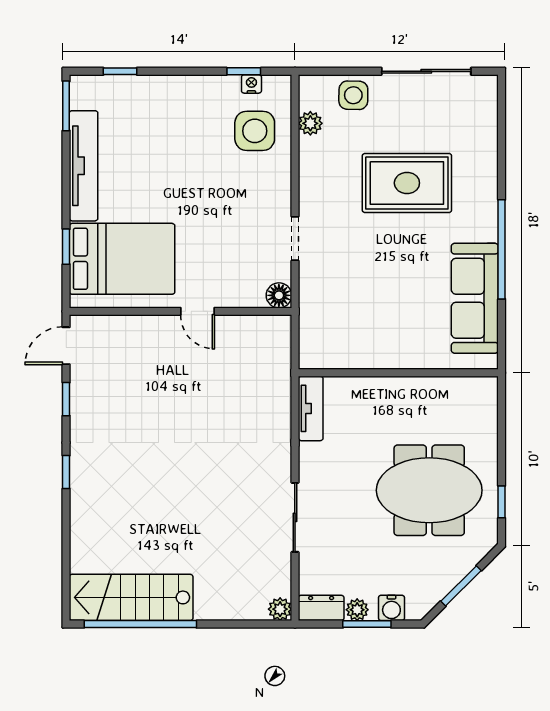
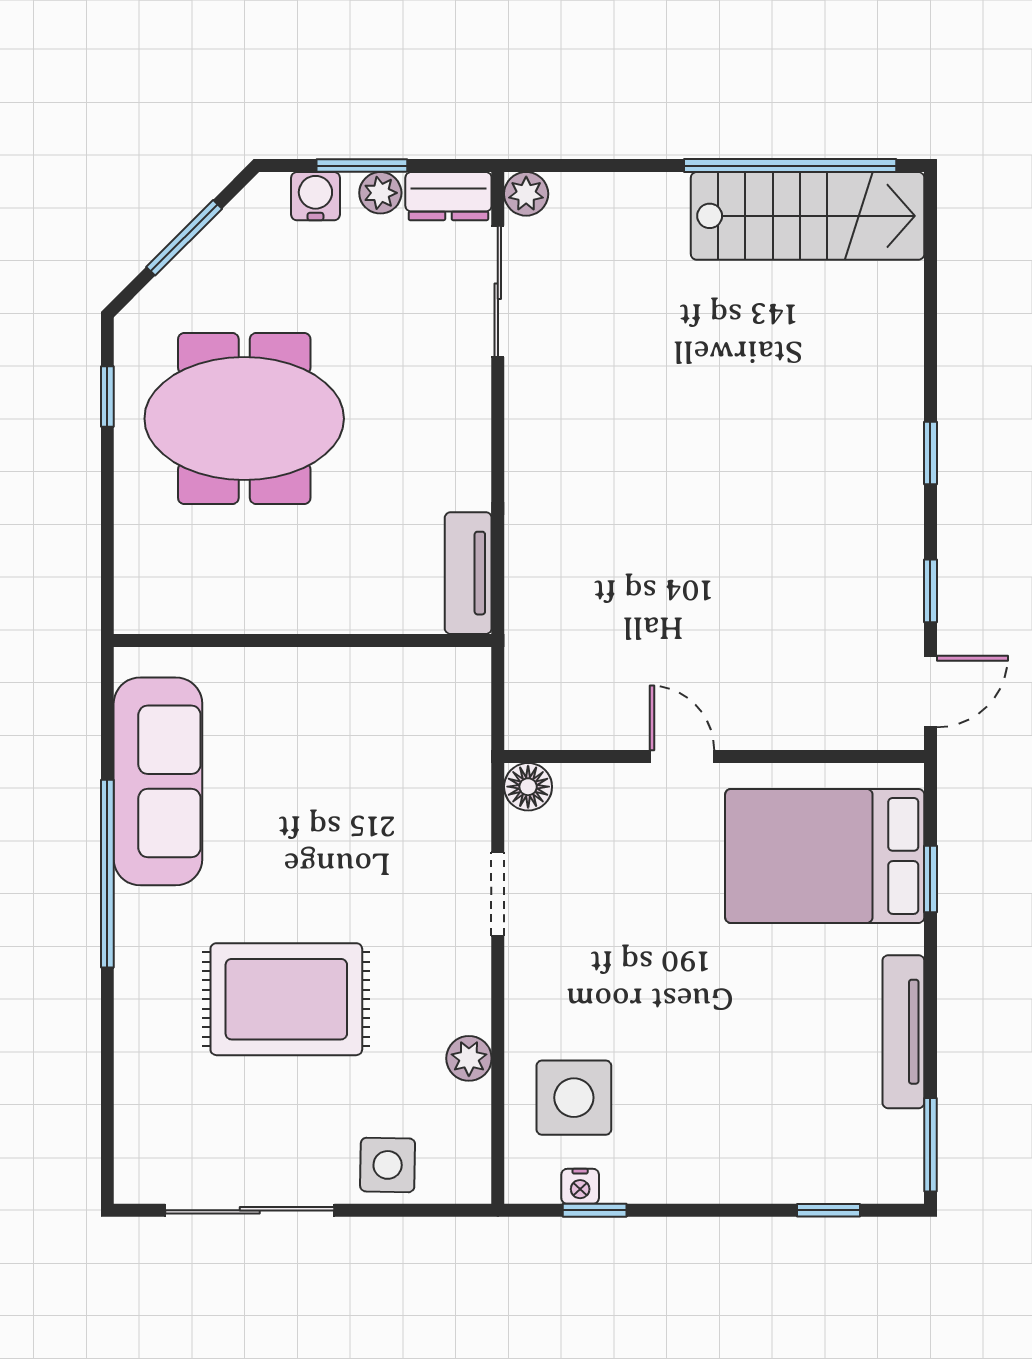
plant: (310, 123) -> (469, 1058), moved
tv unit: (84, 166) -> (903, 1032), width x0.73, depth x0.78
sliding door: (295, 517) -> (498, 291), moved

